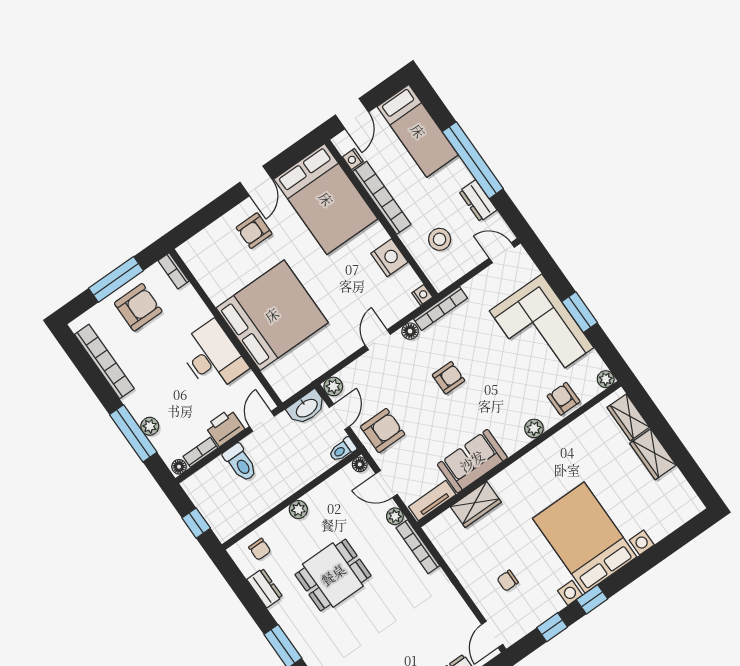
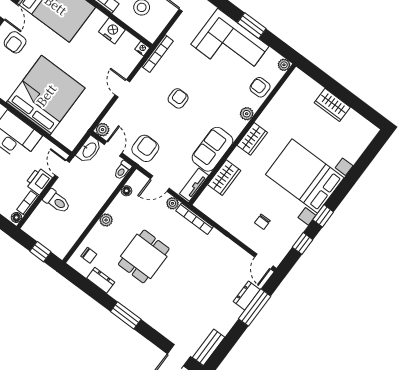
floor lamp: (410, 331) -> (142, 76), removed
wardrobe: (628, 417) -> (252, 139), moved, turned -90
floor lamp: (360, 464) -> (126, 191), moved

